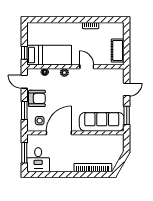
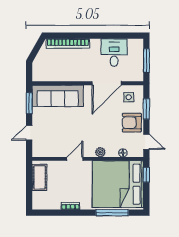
window: (54, 20) -> (112, 213), added
bed: (49, 55) -> (118, 184), width x2.04
door: (87, 67) -> (75, 159), swing flipped
desk: (38, 160) -> (114, 53), moved

